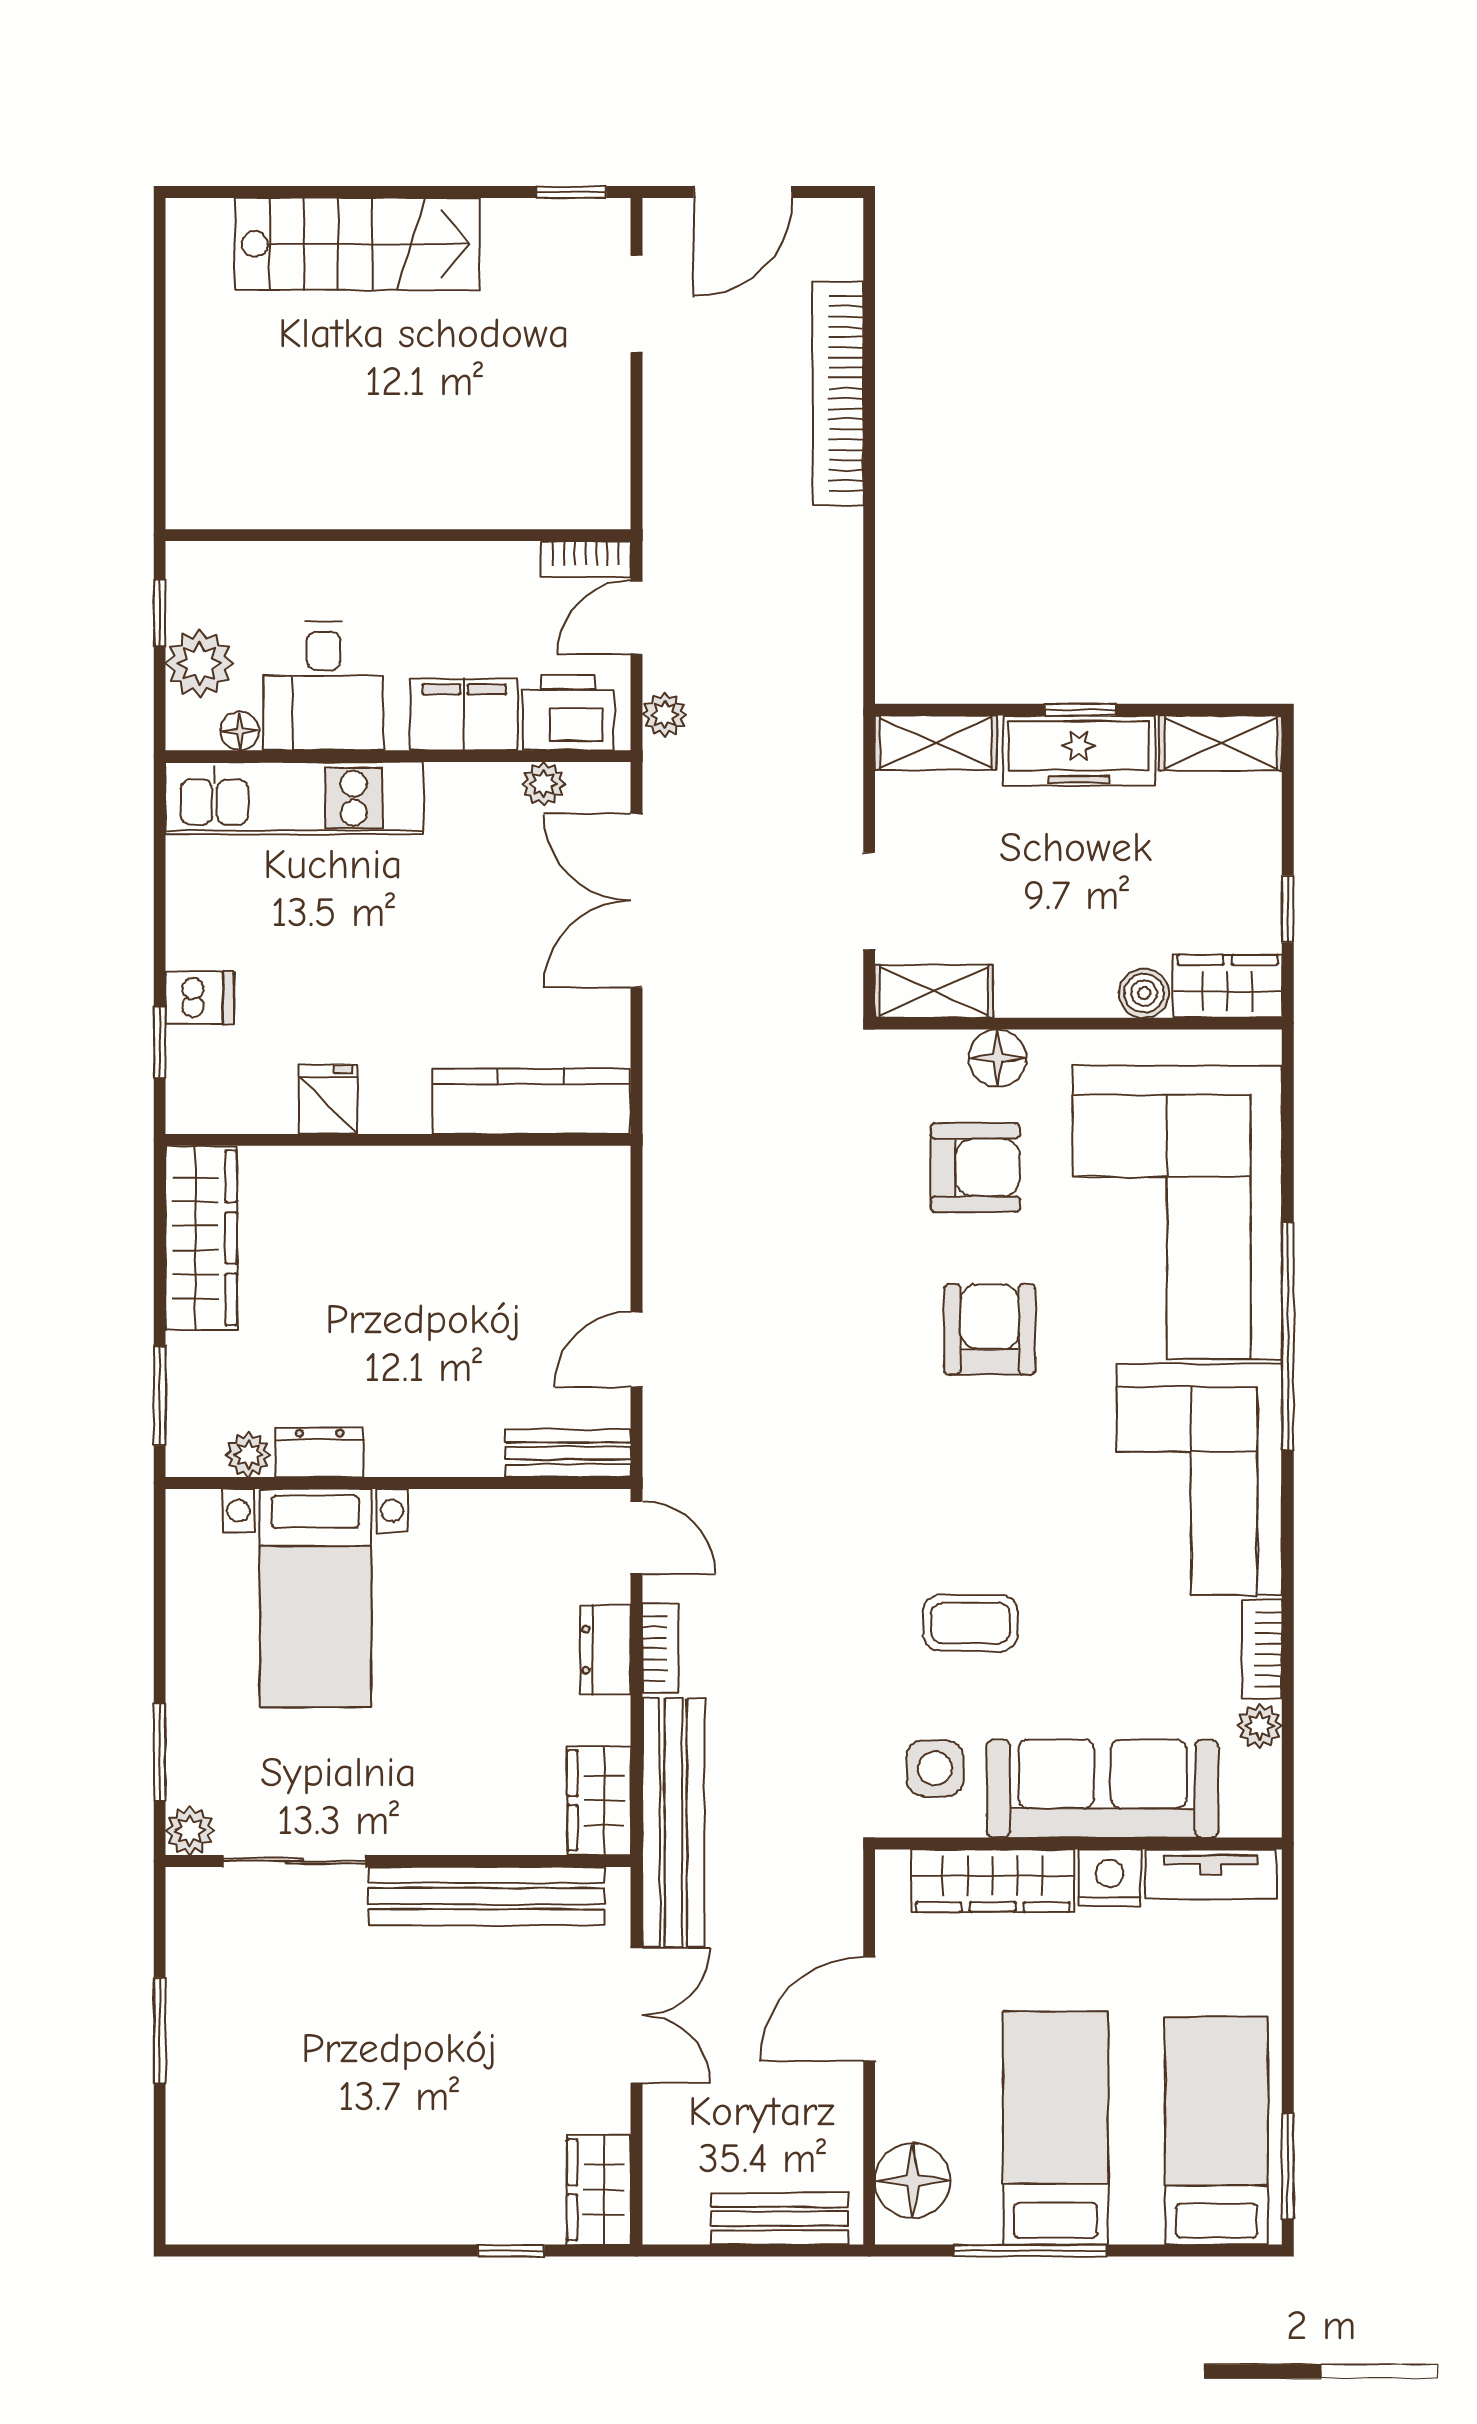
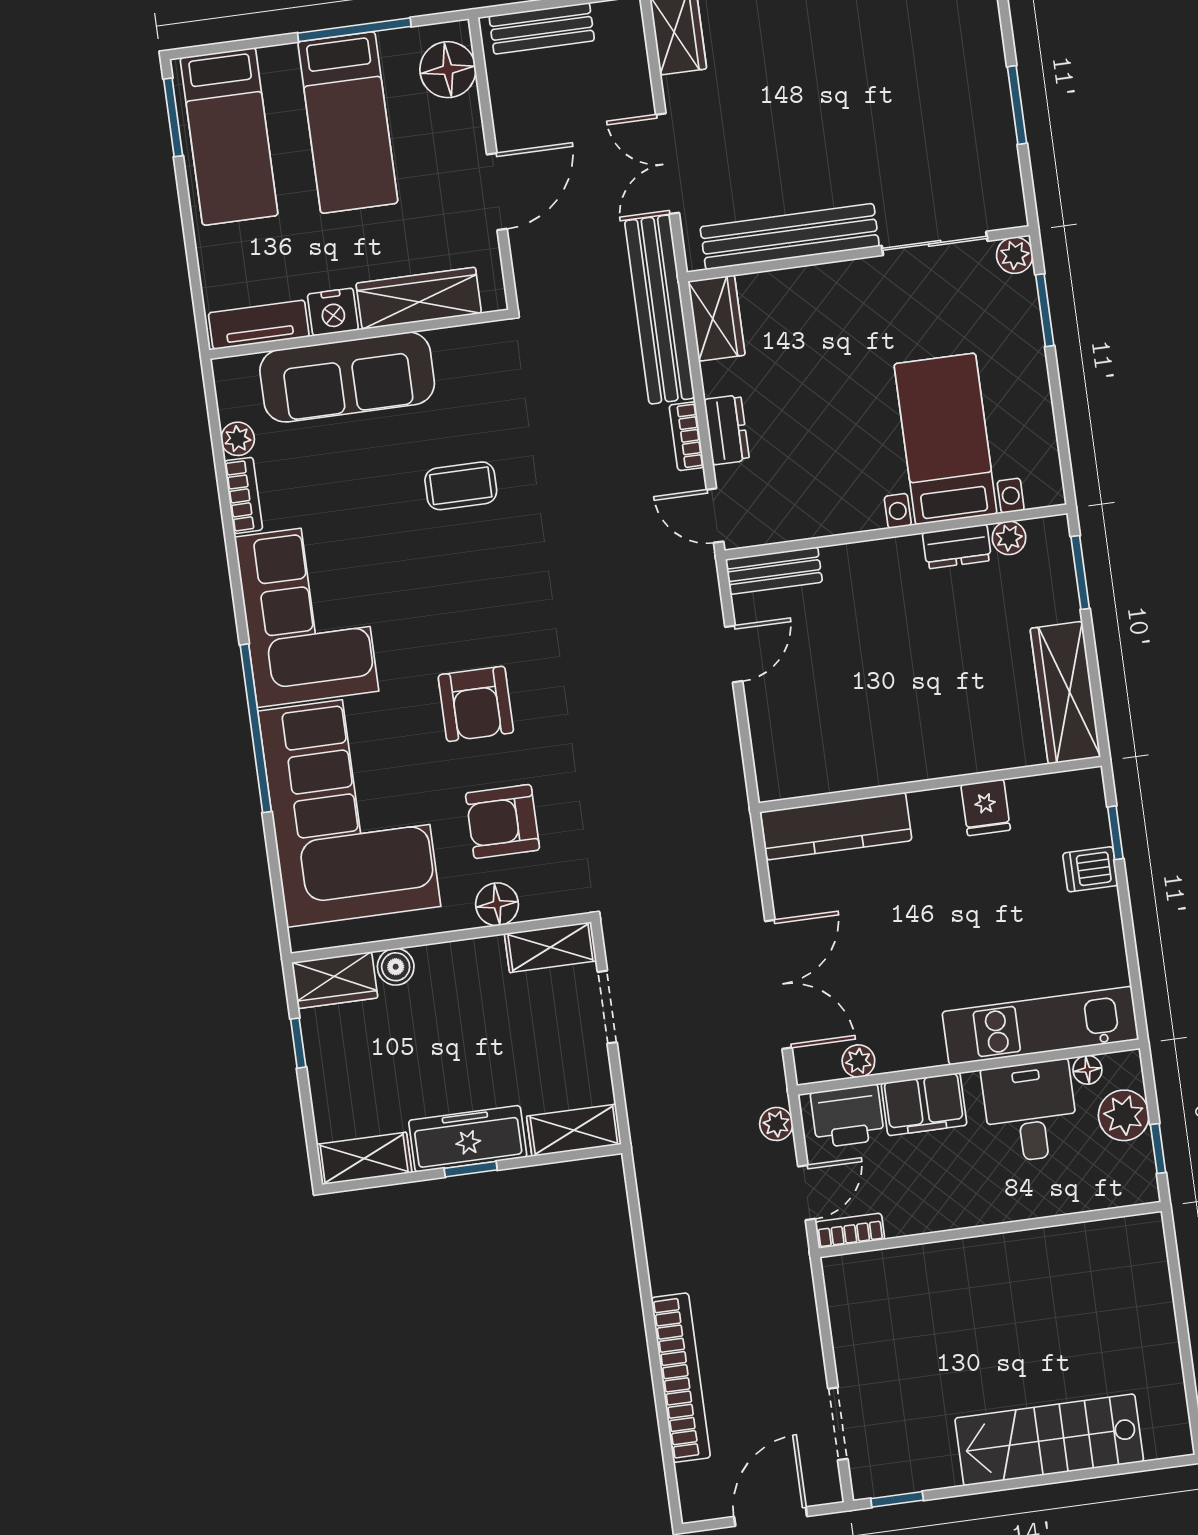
side table: (935, 1768) -> (472, 375), removed

